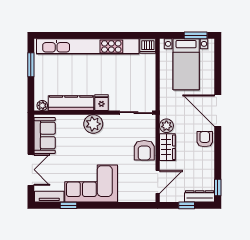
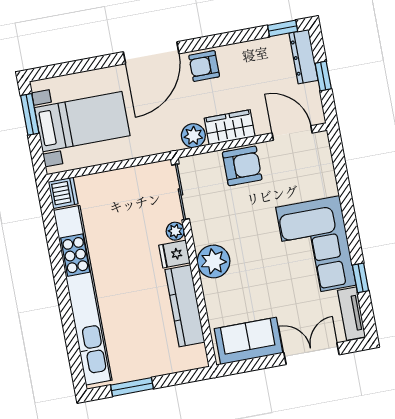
plant: (42, 105) -> (175, 231), moved

